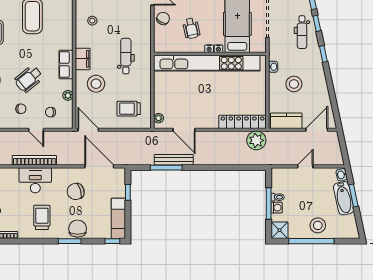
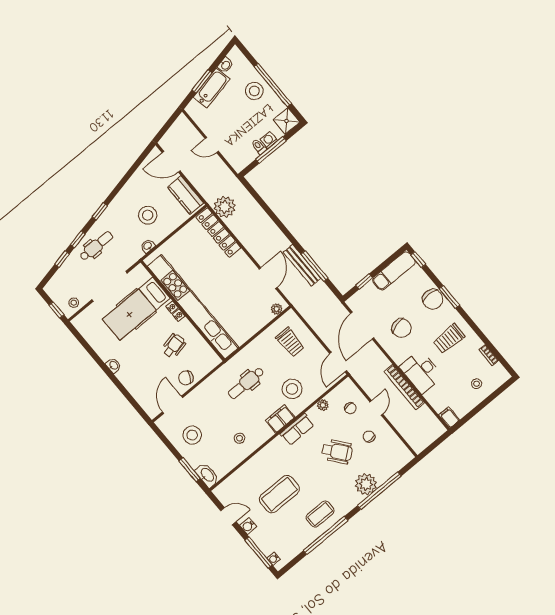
washbasin: (342, 175) -> (225, 65), moved
chair: (78, 229) -> (433, 299), turned -90

